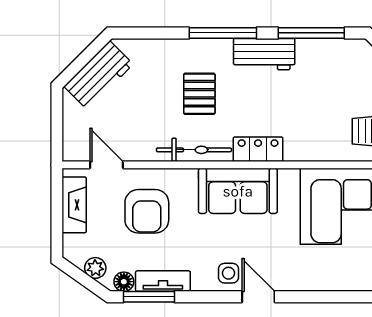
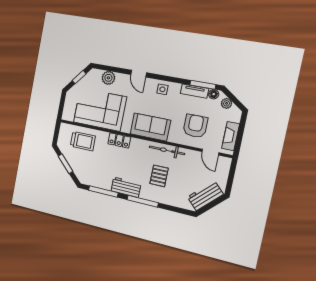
locker: (258, 149) -> (119, 140), moved
plant: (348, 277) -> (108, 78), added
door: (258, 297) -> (139, 74), moved

